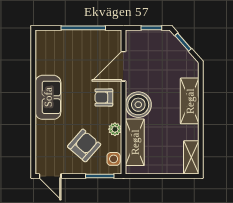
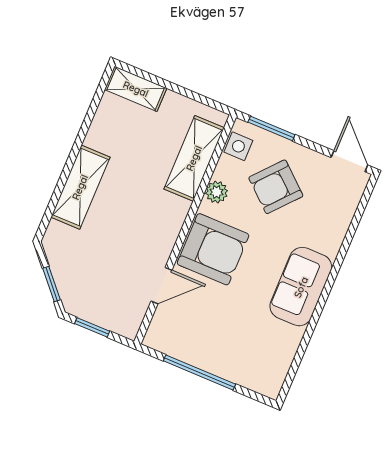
door: (123, 66) -> (161, 286), width x0.73
armchair: (104, 98) -> (213, 249), width x1.88, depth x1.88
boiler: (138, 105) -> (164, 215), removed
shelving: (191, 157) -> (136, 89), moved, turned 90

